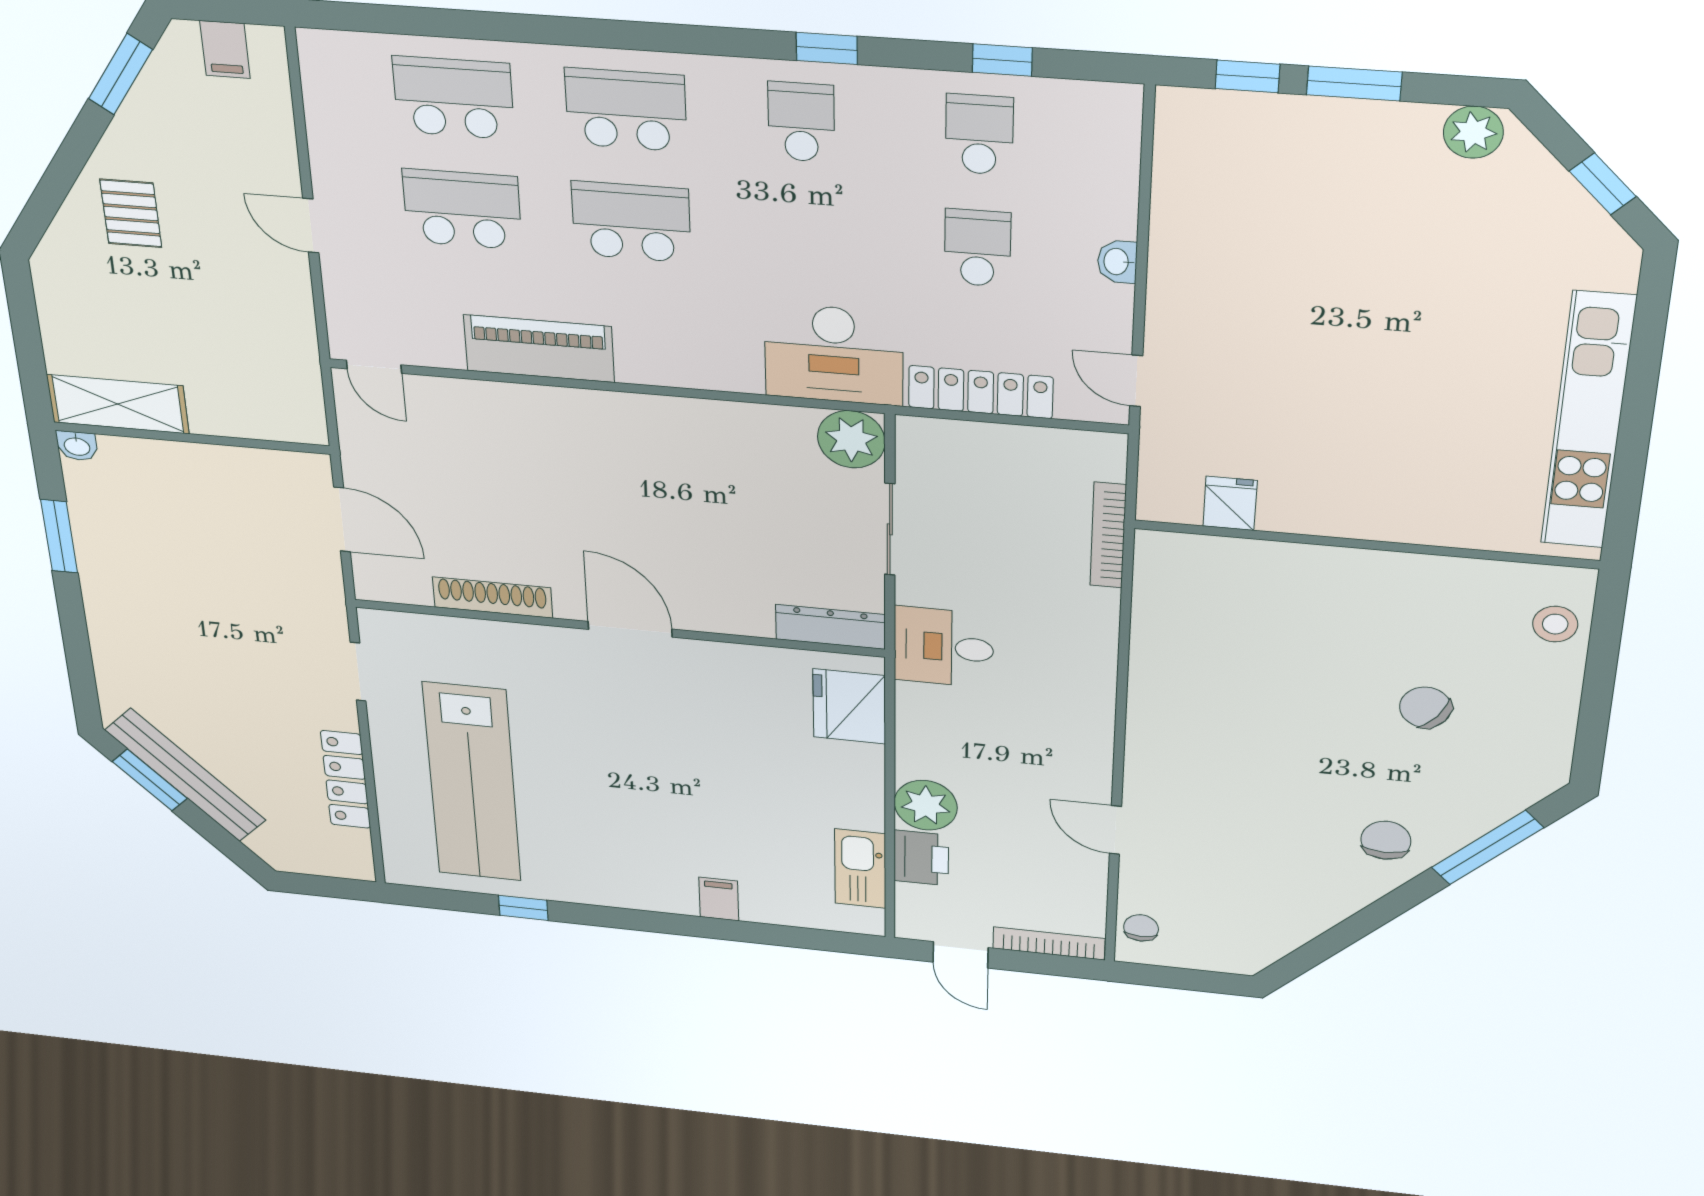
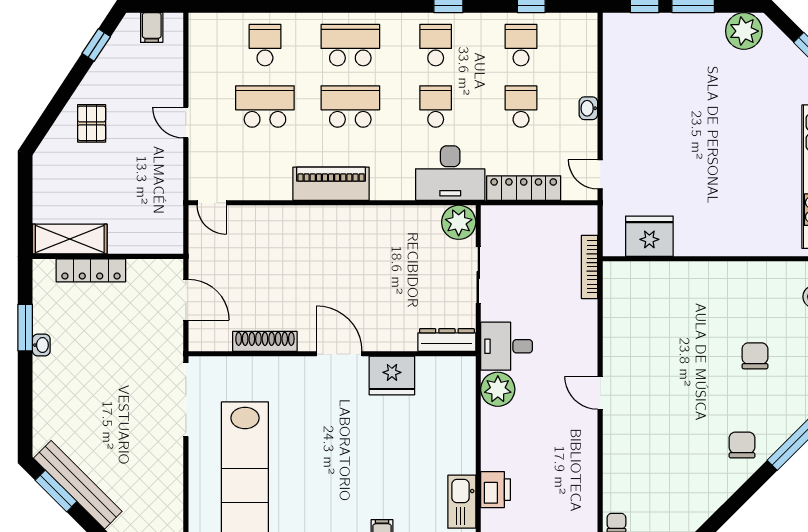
window: (120, 74) -> (96, 45), width x0.67
school desk: (453, 98) -> (265, 45), width x0.54
plant: (1473, 132) -> (744, 31), width x1.36, depth x1.36
school desk: (803, 235) -> (436, 106), added
piano: (539, 349) -> (331, 184), moved
washbasin: (77, 446) -> (41, 345), moved, turned -90
fridge: (1230, 503) -> (649, 236), width x1.88, depth x1.34
doorway: (358, 672) -> (186, 400), width x1.87
fridge: (849, 706) -> (392, 376), moved, turned -90
chair: (1425, 707) -> (755, 356), turned 54
locker: (346, 780) -> (91, 270), moved, turned -90
plant: (926, 805) -> (498, 389), moved
door: (1115, 830) -> (600, 393), moved

